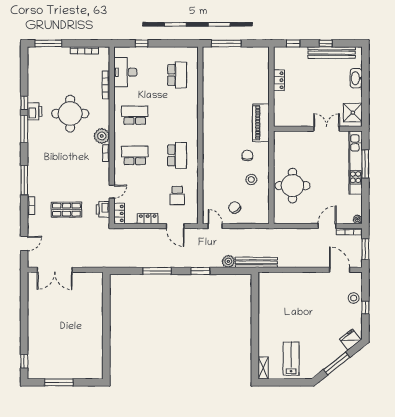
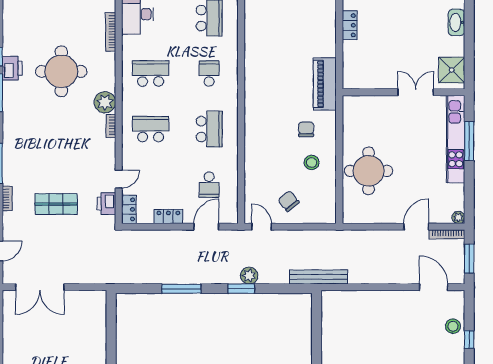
school desk: (177, 115) -> (209, 74), added
door: (175, 226) -> (206, 227), swing flipped
plant: (228, 261) -> (249, 276), moved

